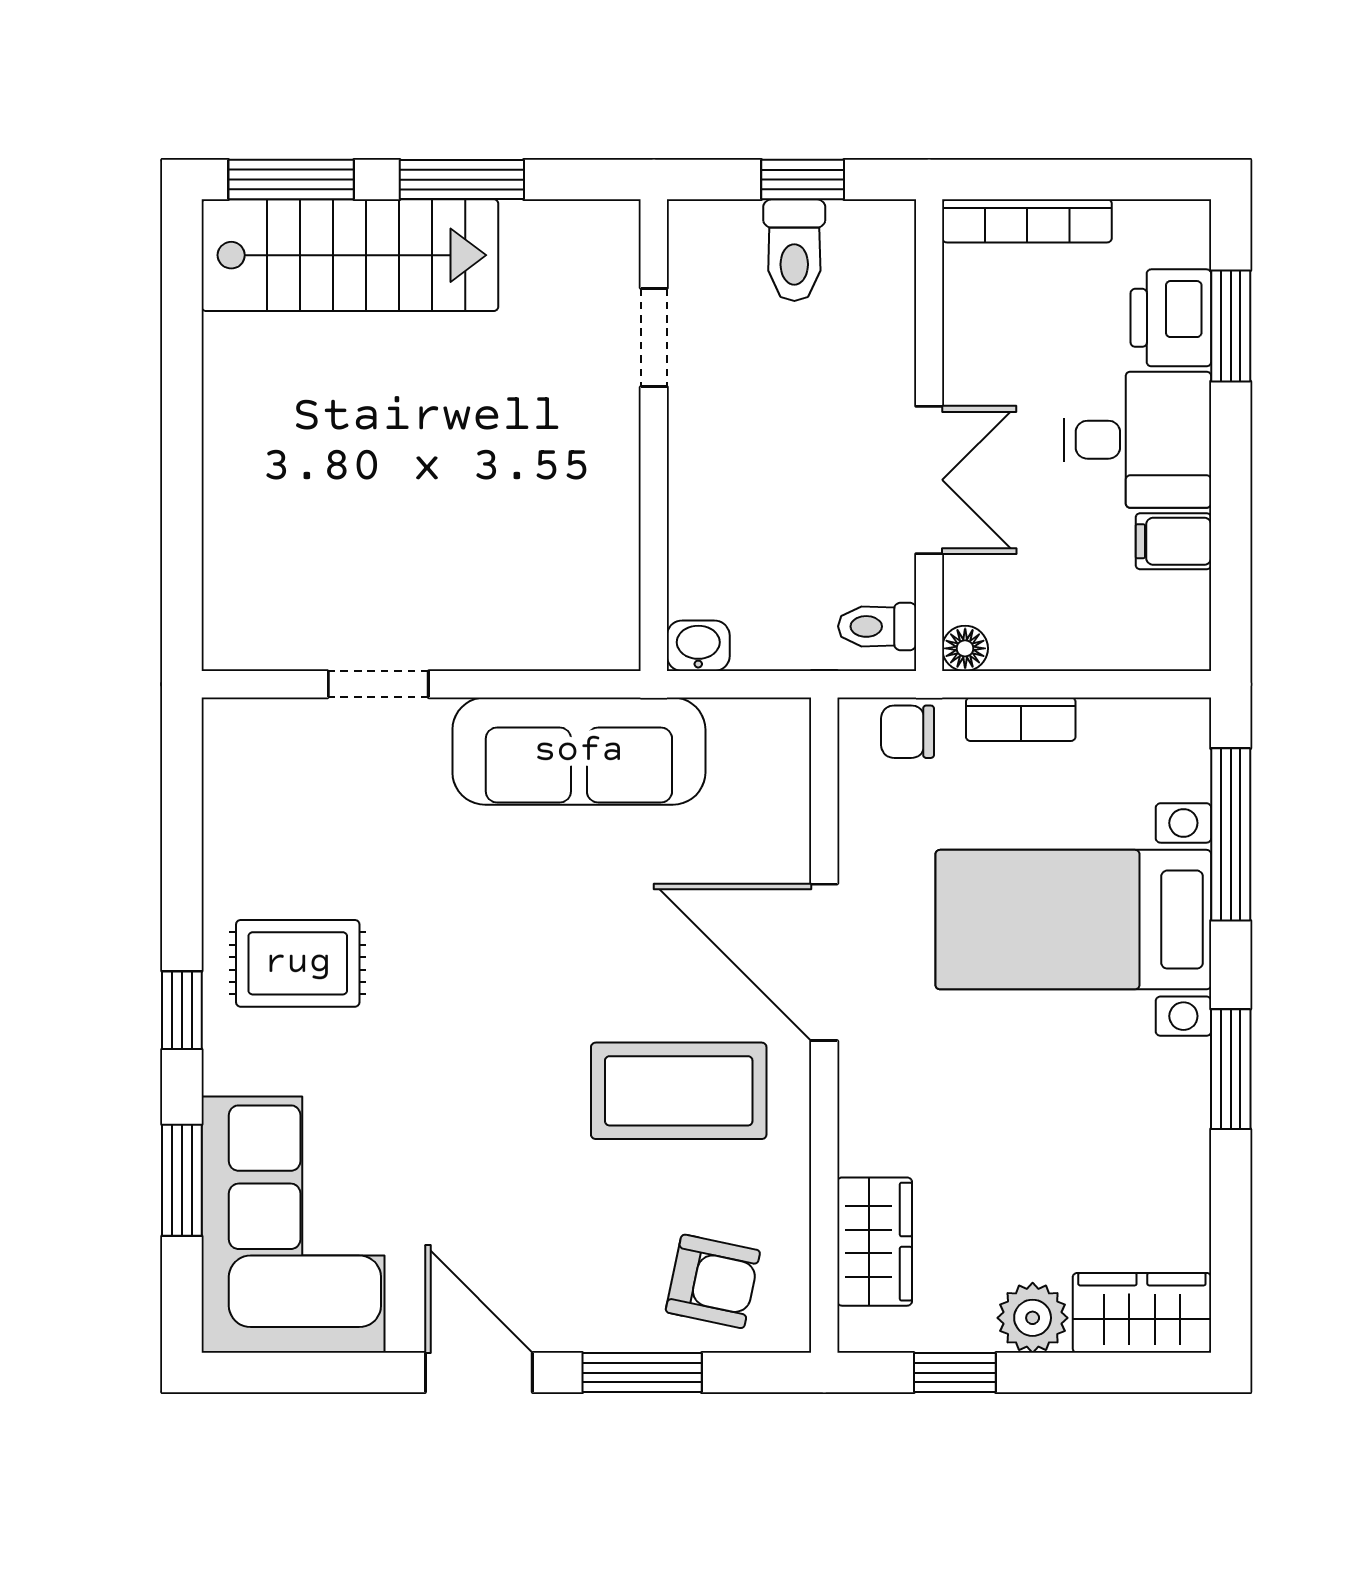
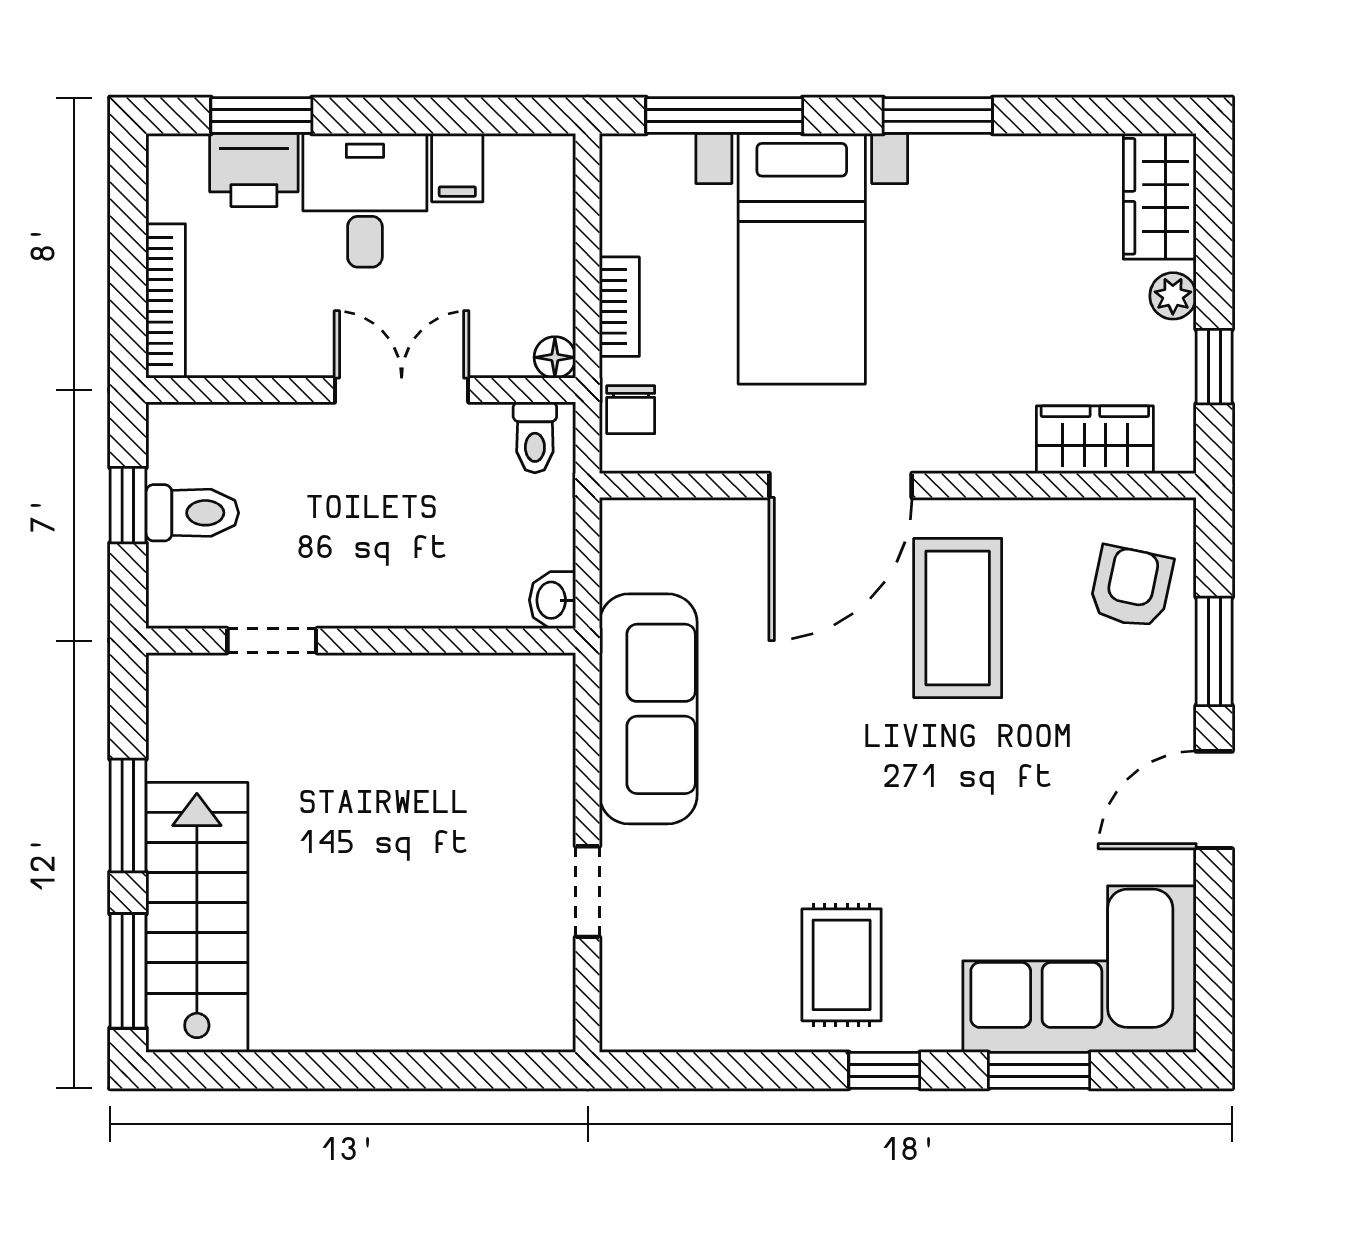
plant: (1033, 1318) -> (1173, 296), width x0.73, depth x0.73

